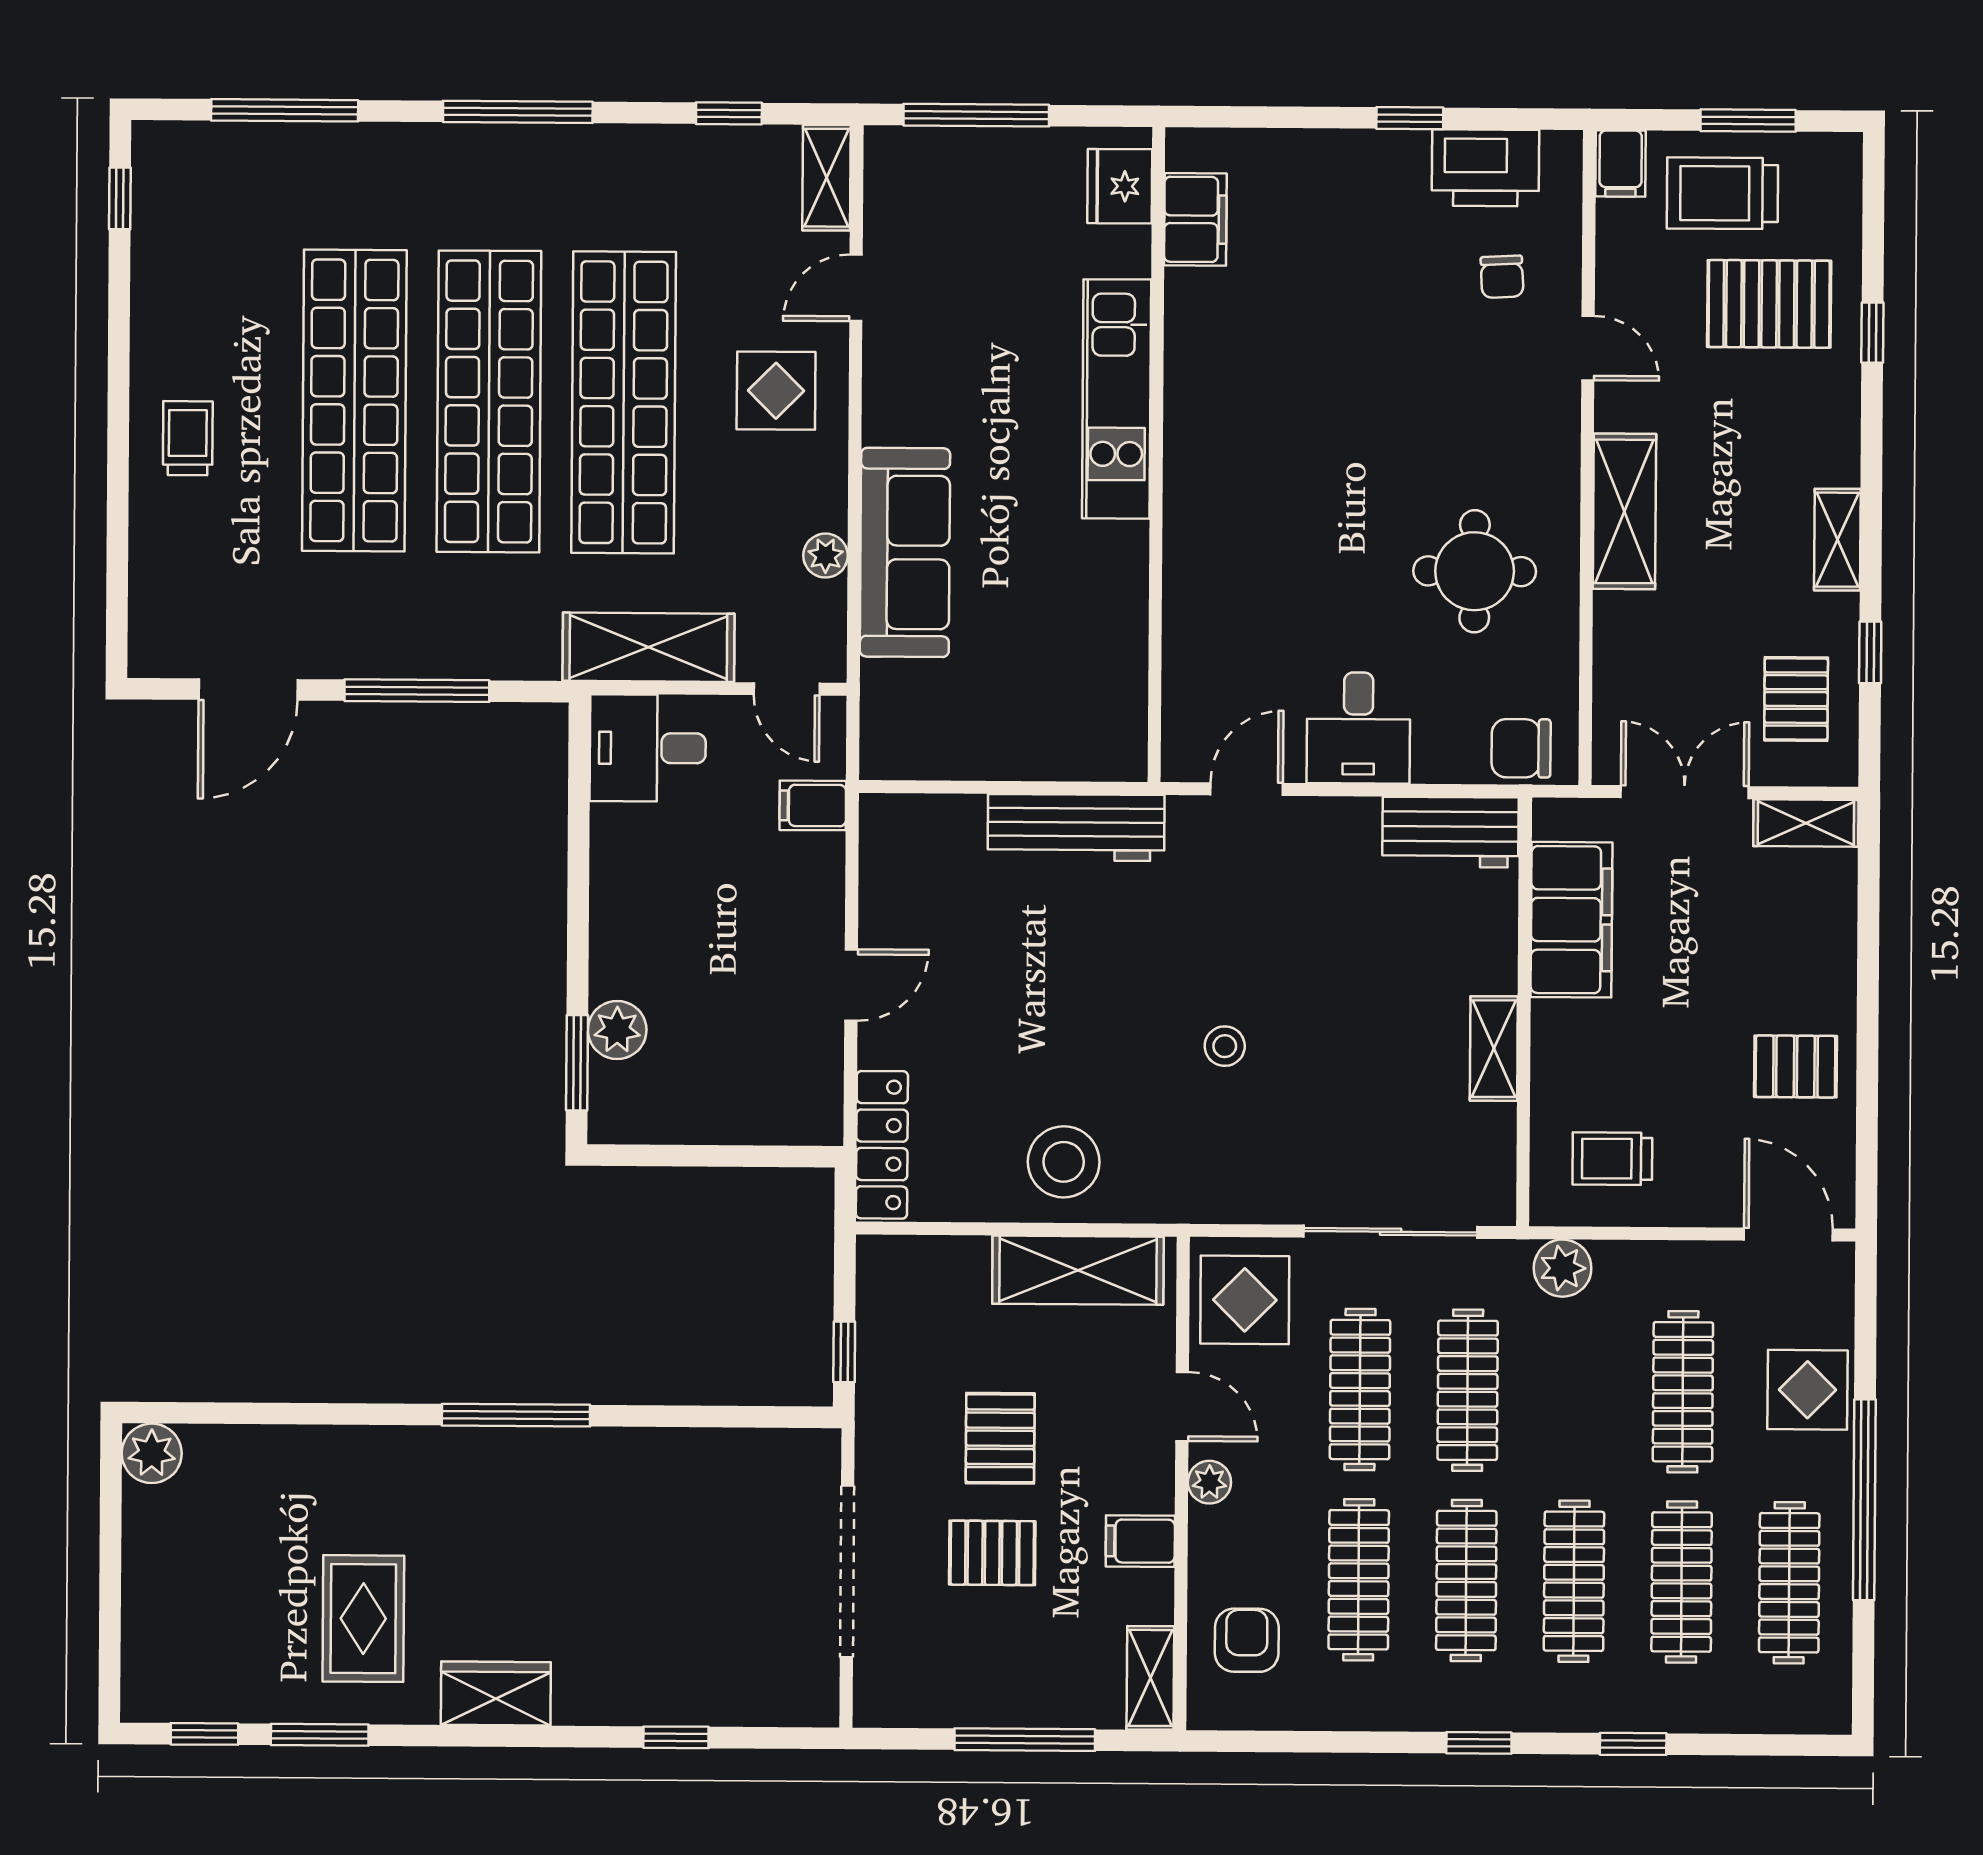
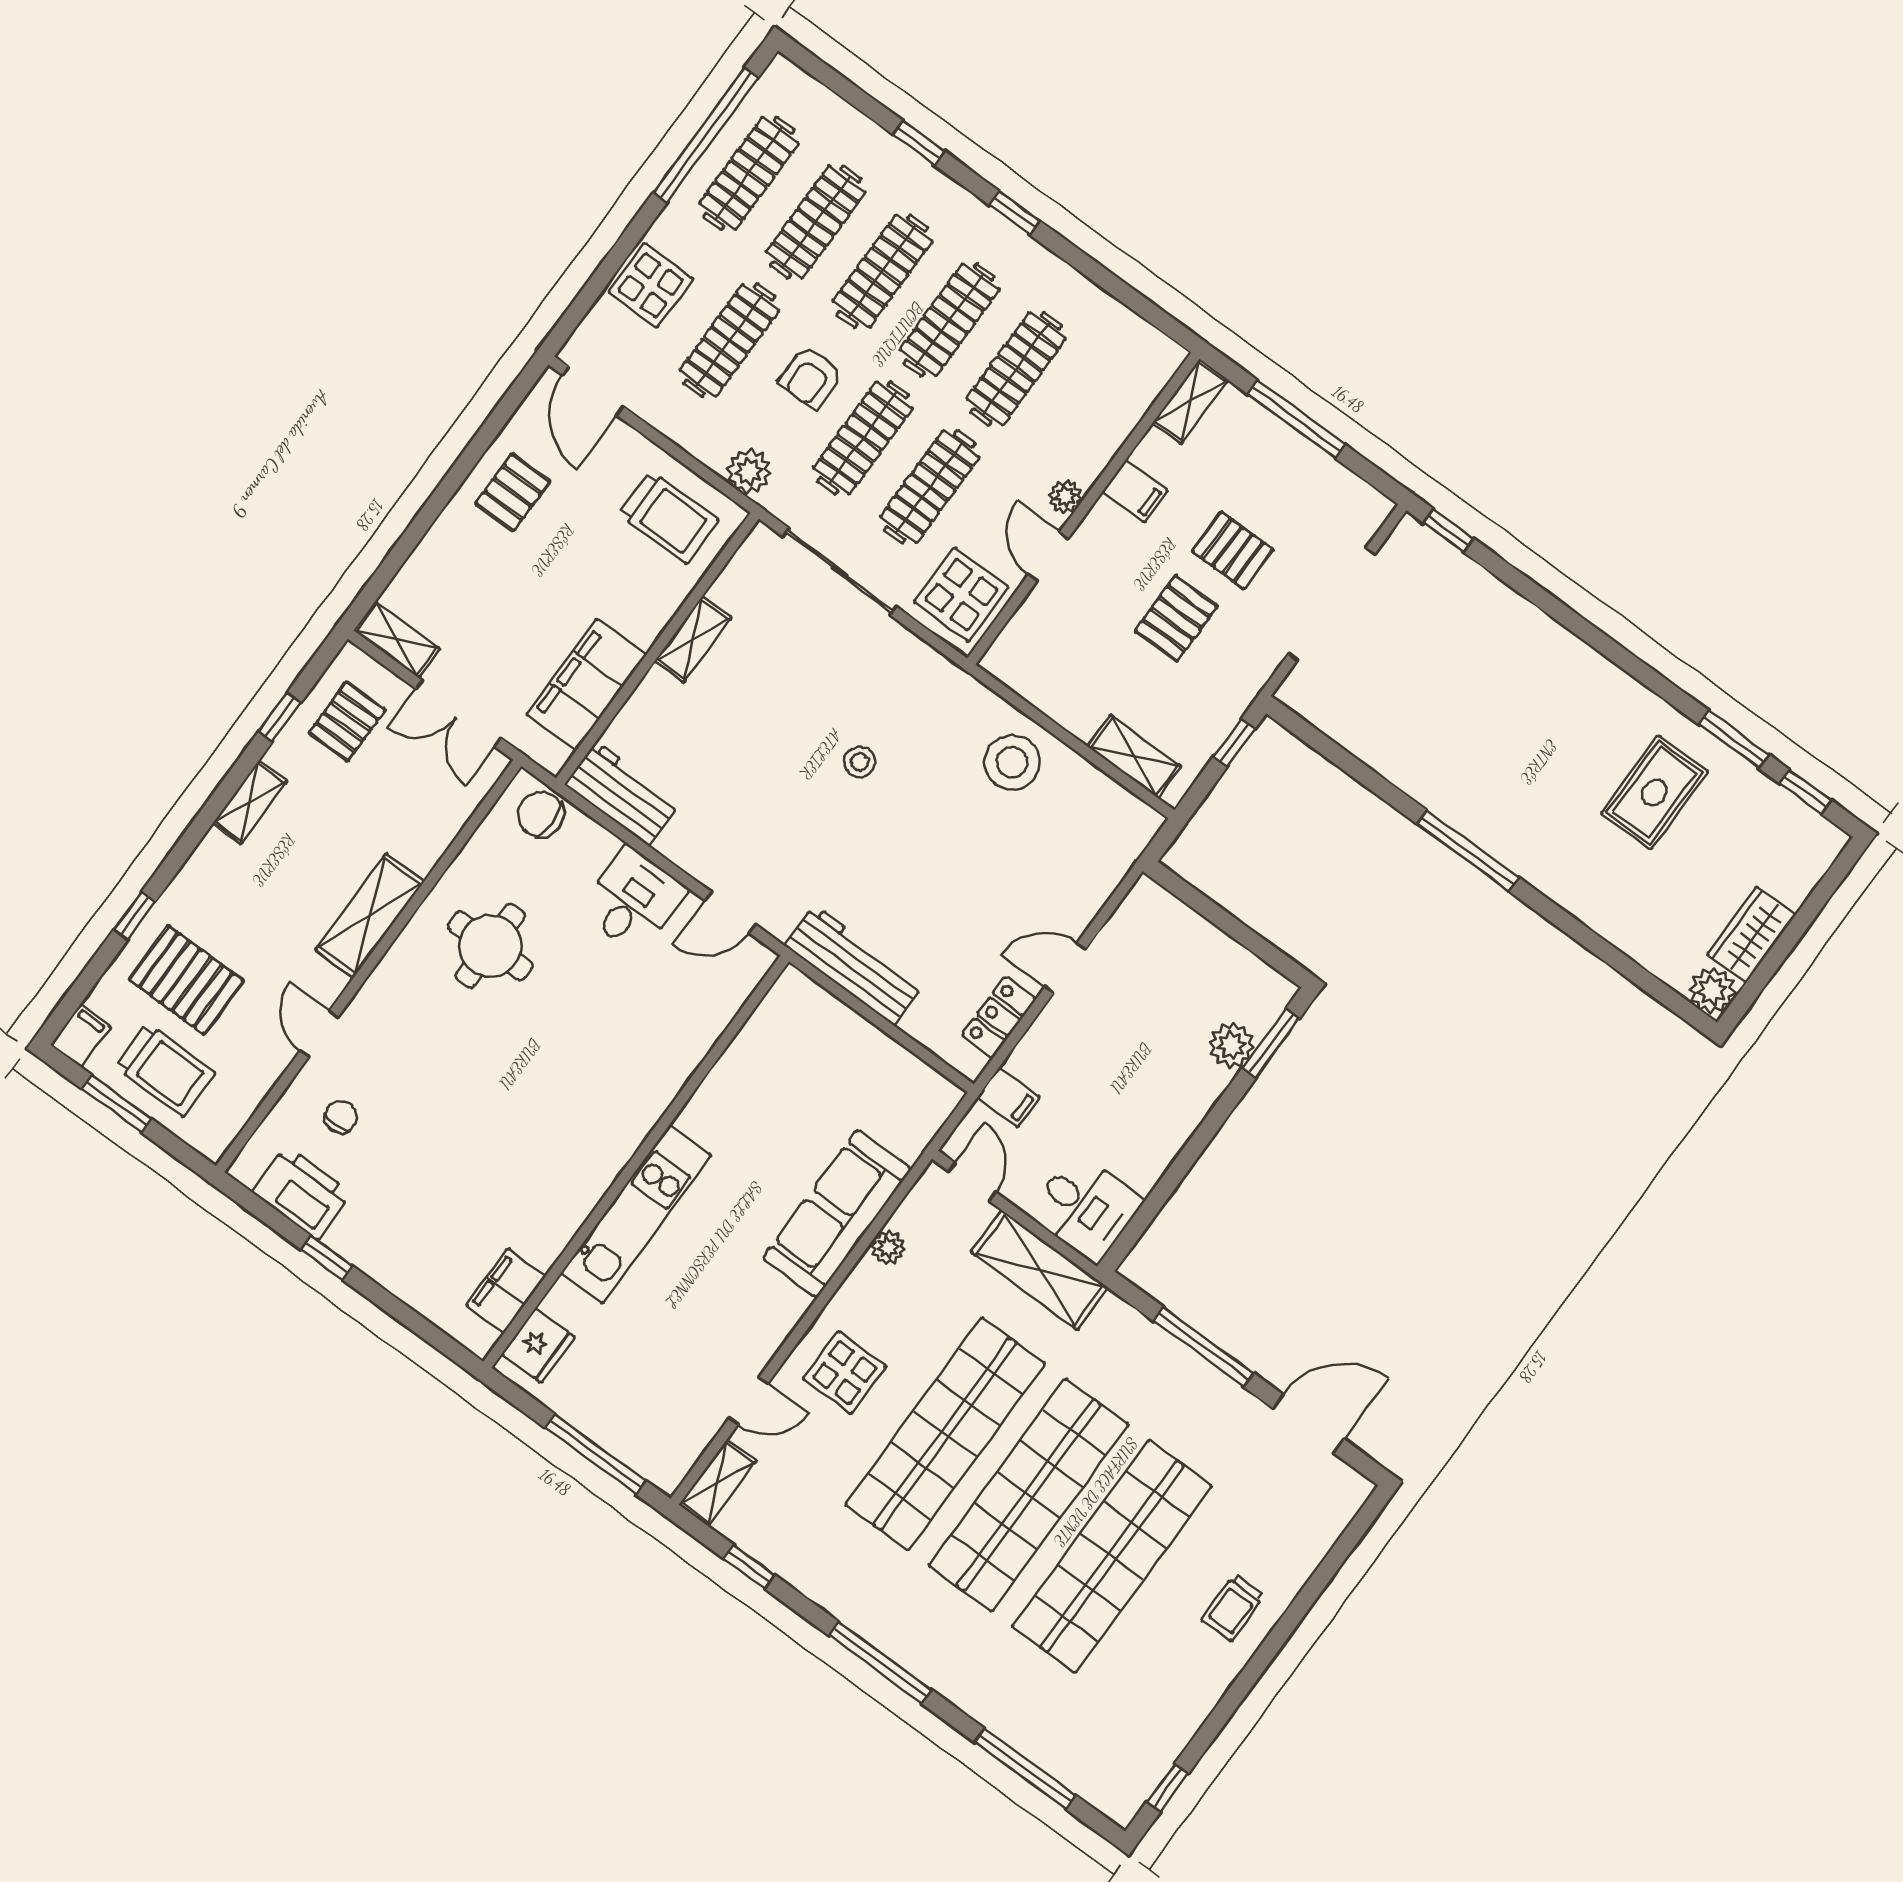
filing cabinet: (1621, 164) -> (81, 1036), moved
chair: (1521, 748) -> (541, 814), turned 180
pallet: (1795, 1066) -> (513, 492), turned 90
locker: (882, 1145) -> (999, 1017), moved, width x0.66
trolley: (1612, 1159) -> (668, 517), width x1.36, depth x1.39
shelving: (1078, 1270) -> (1134, 756), moved, width x0.67, depth x0.75
window: (1864, 1500) -> (706, 135), moved
armchair: (1247, 1640) -> (811, 377), moved
wardrobe: (496, 1694) -> (1751, 935), moved, turned 90
window: (676, 1737) -> (1449, 531), moved

